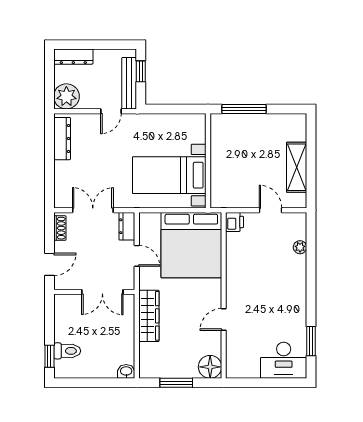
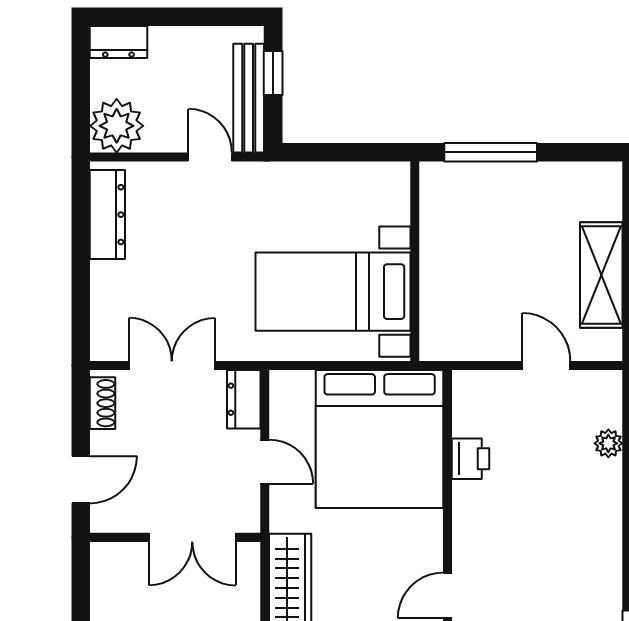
dresser: (73, 57) -> (118, 42), width x0.70
door: (111, 111) -> (210, 157), swing flipped
printer: (235, 222) -> (471, 459), moved

